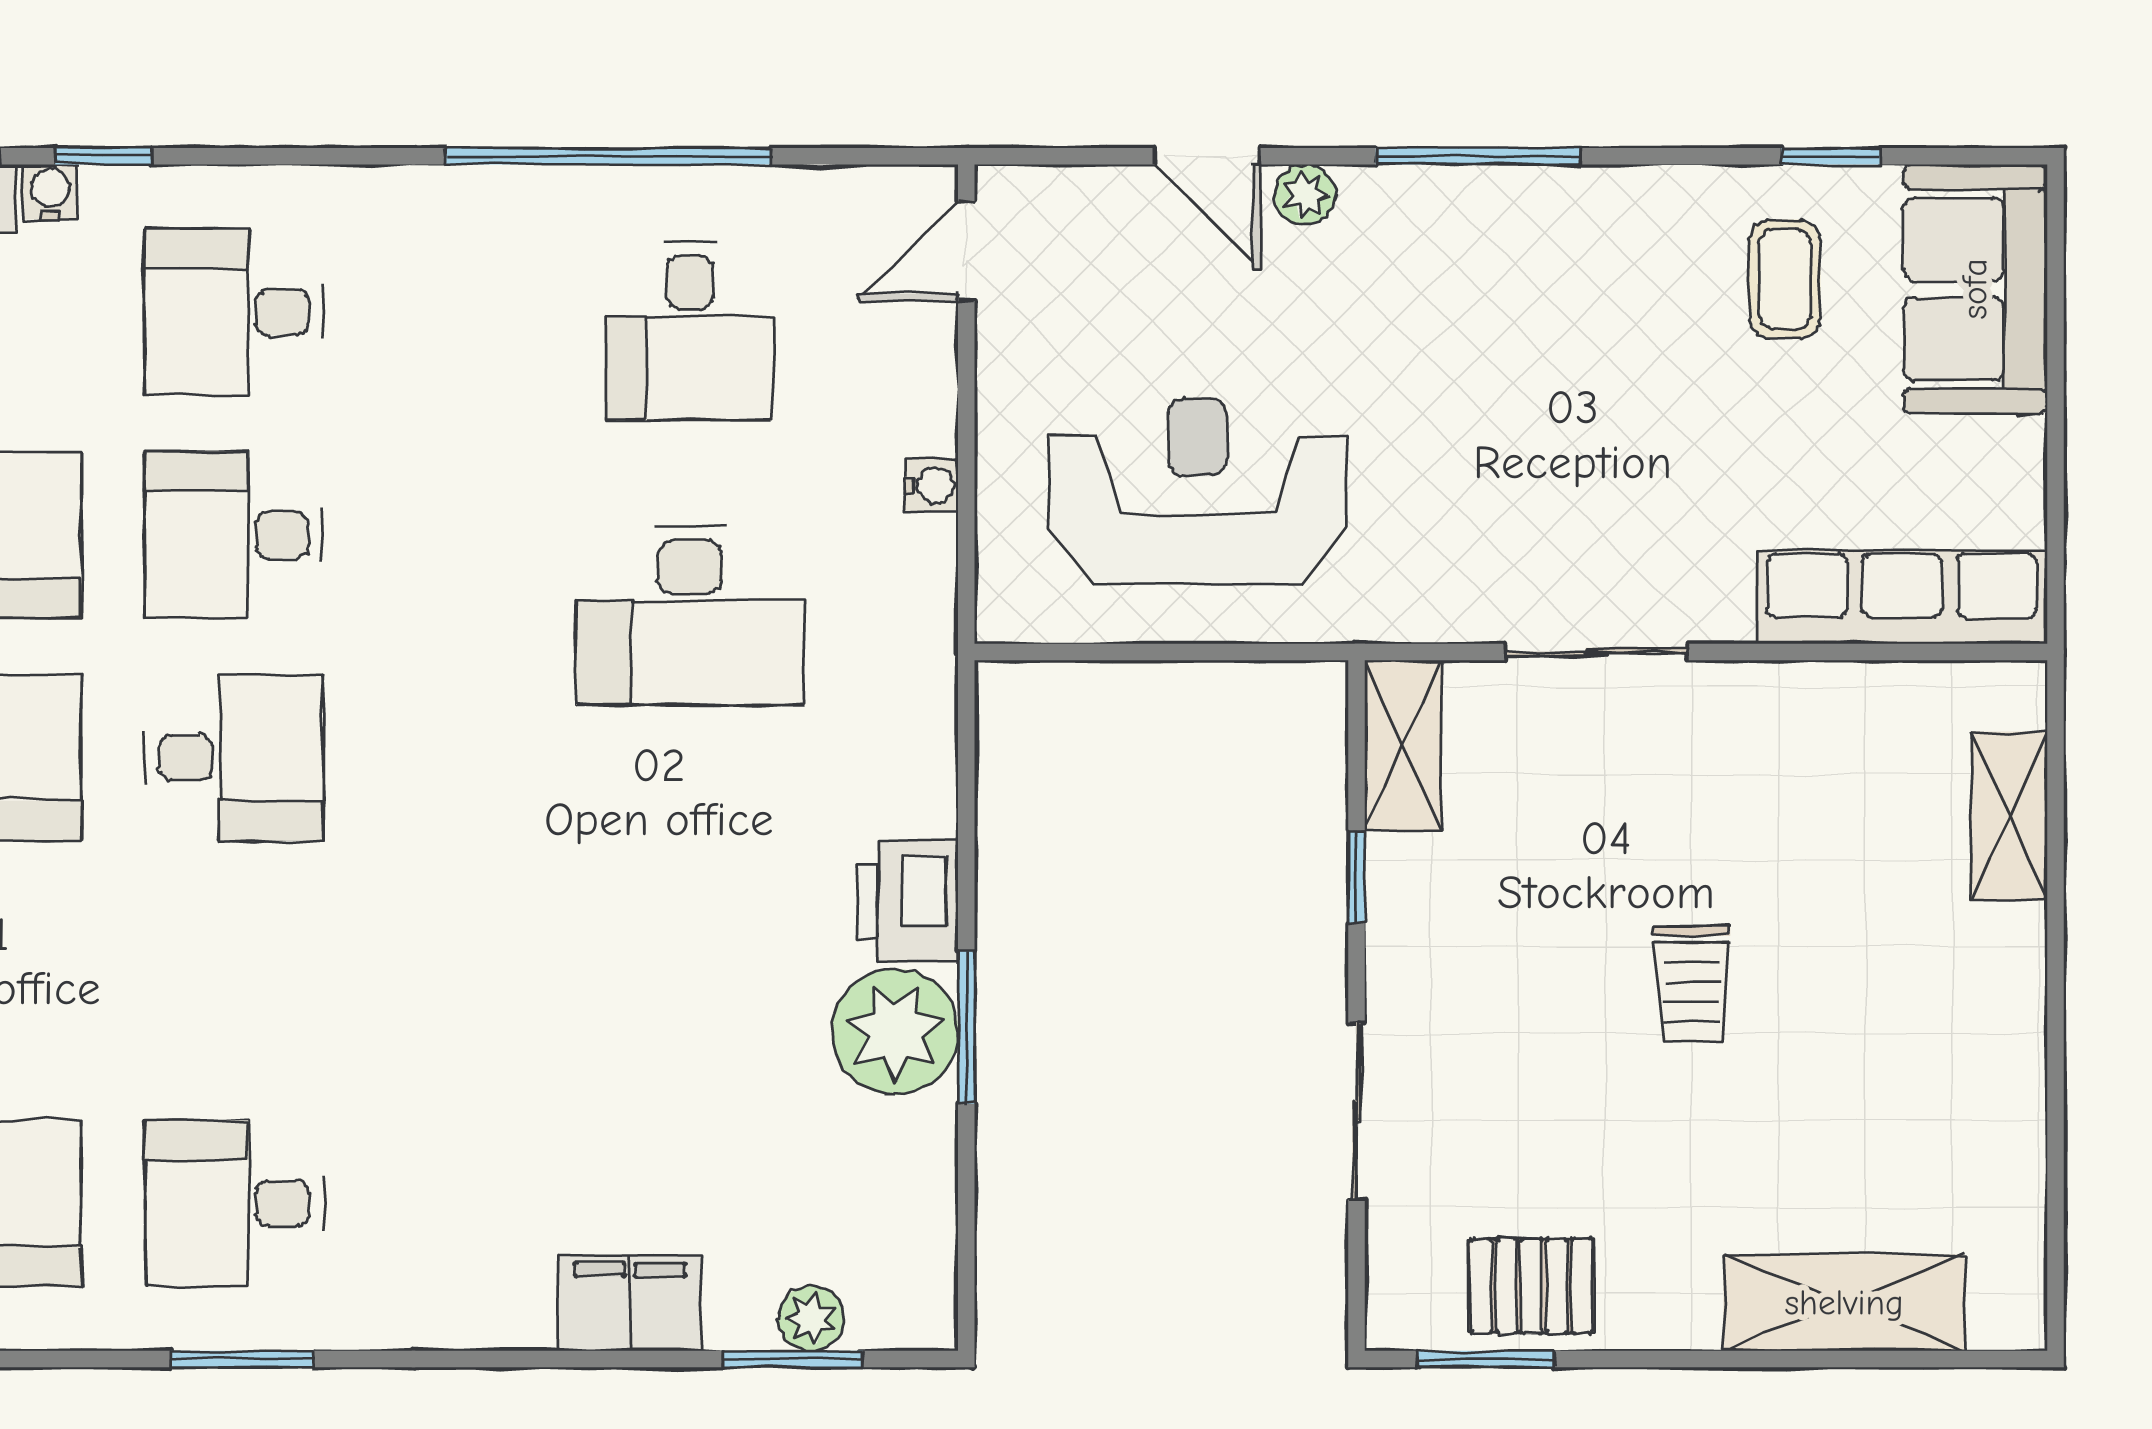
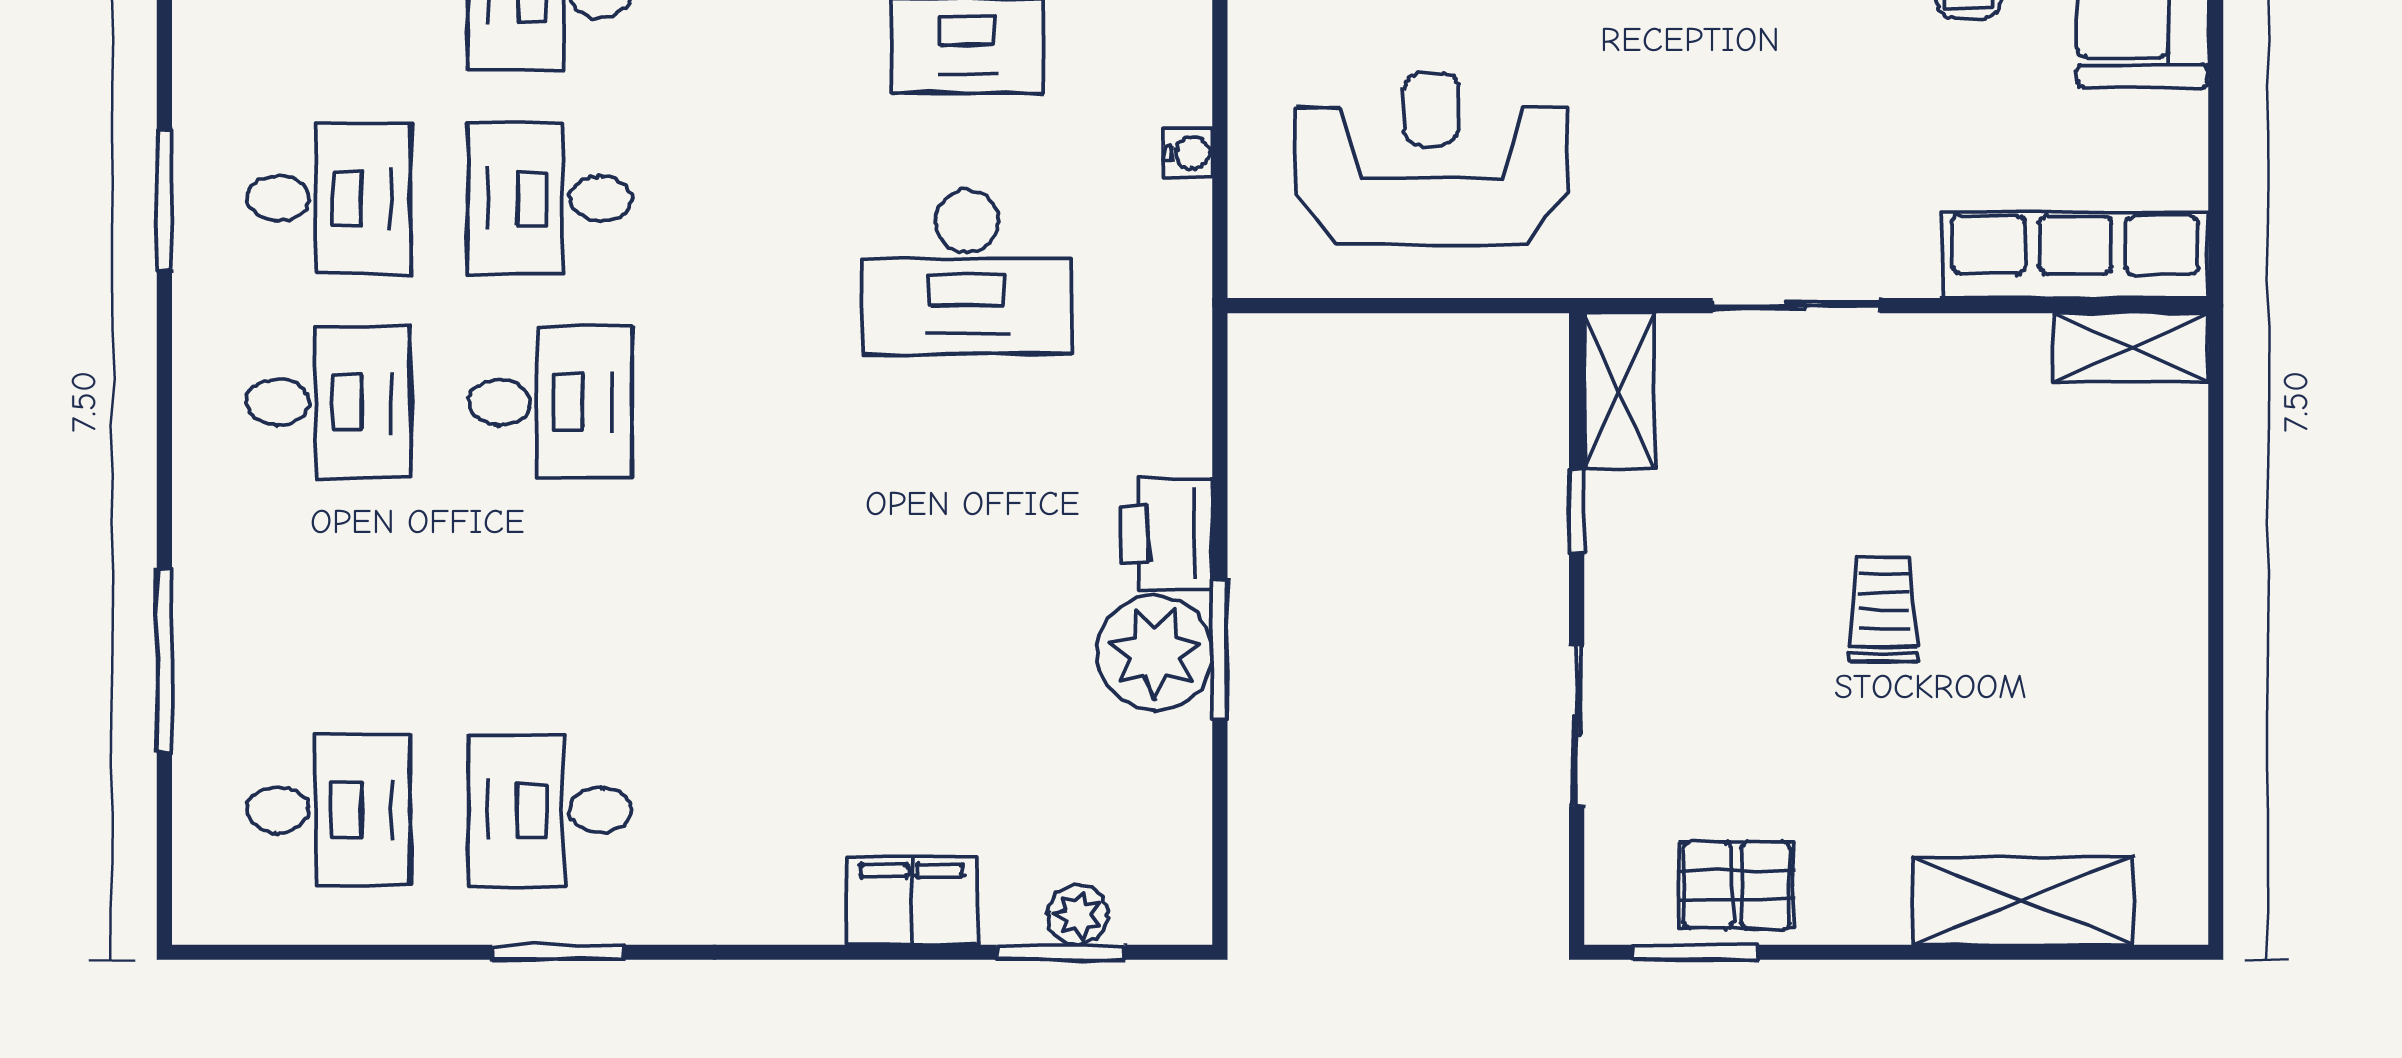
shelving: (2009, 816) -> (2131, 348), moved, turned 90
trolley: (1692, 984) -> (1884, 609), turned 180

